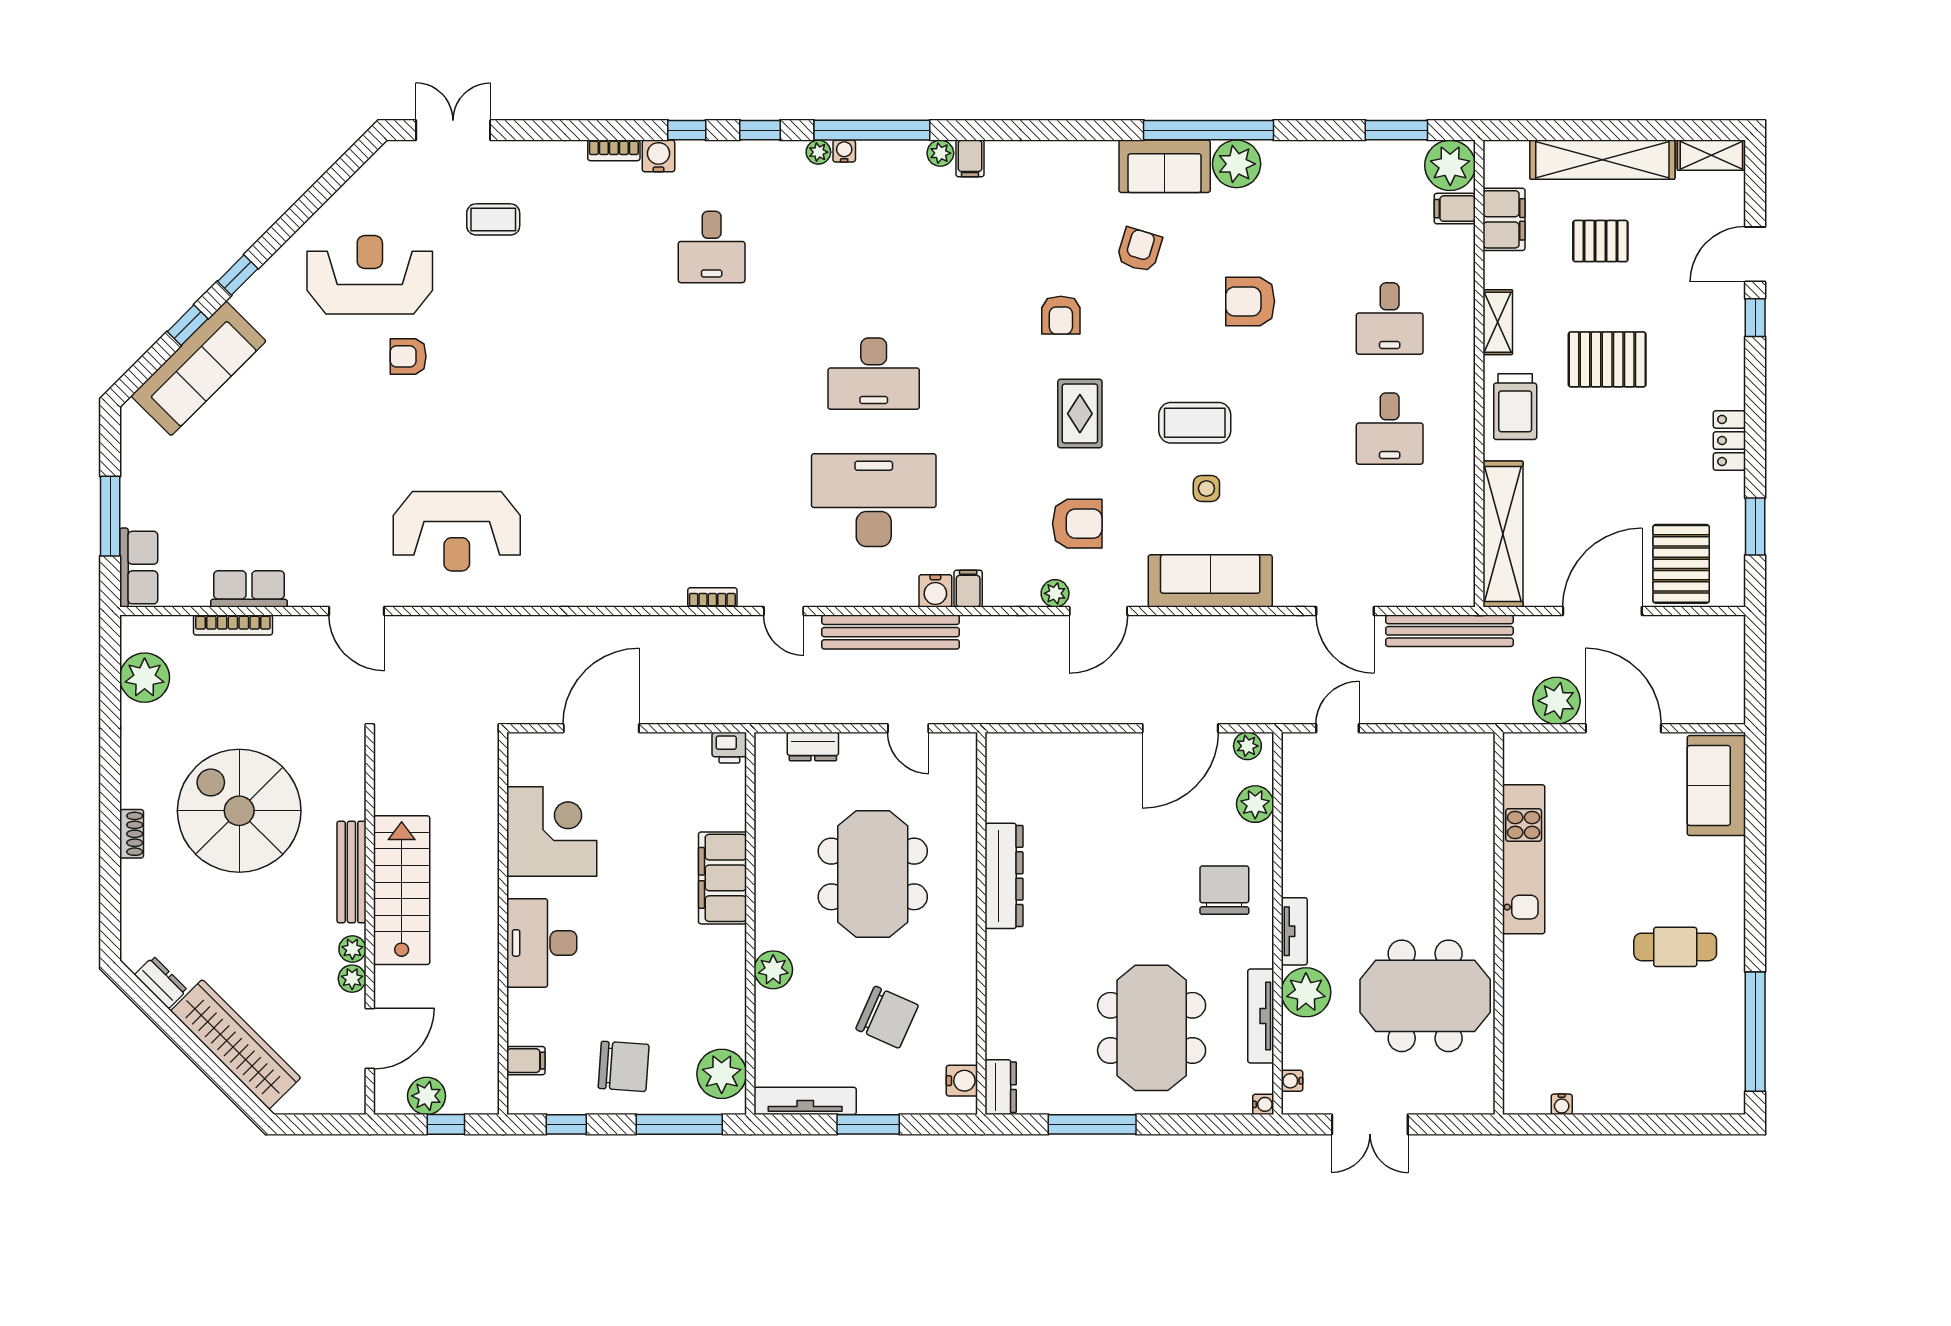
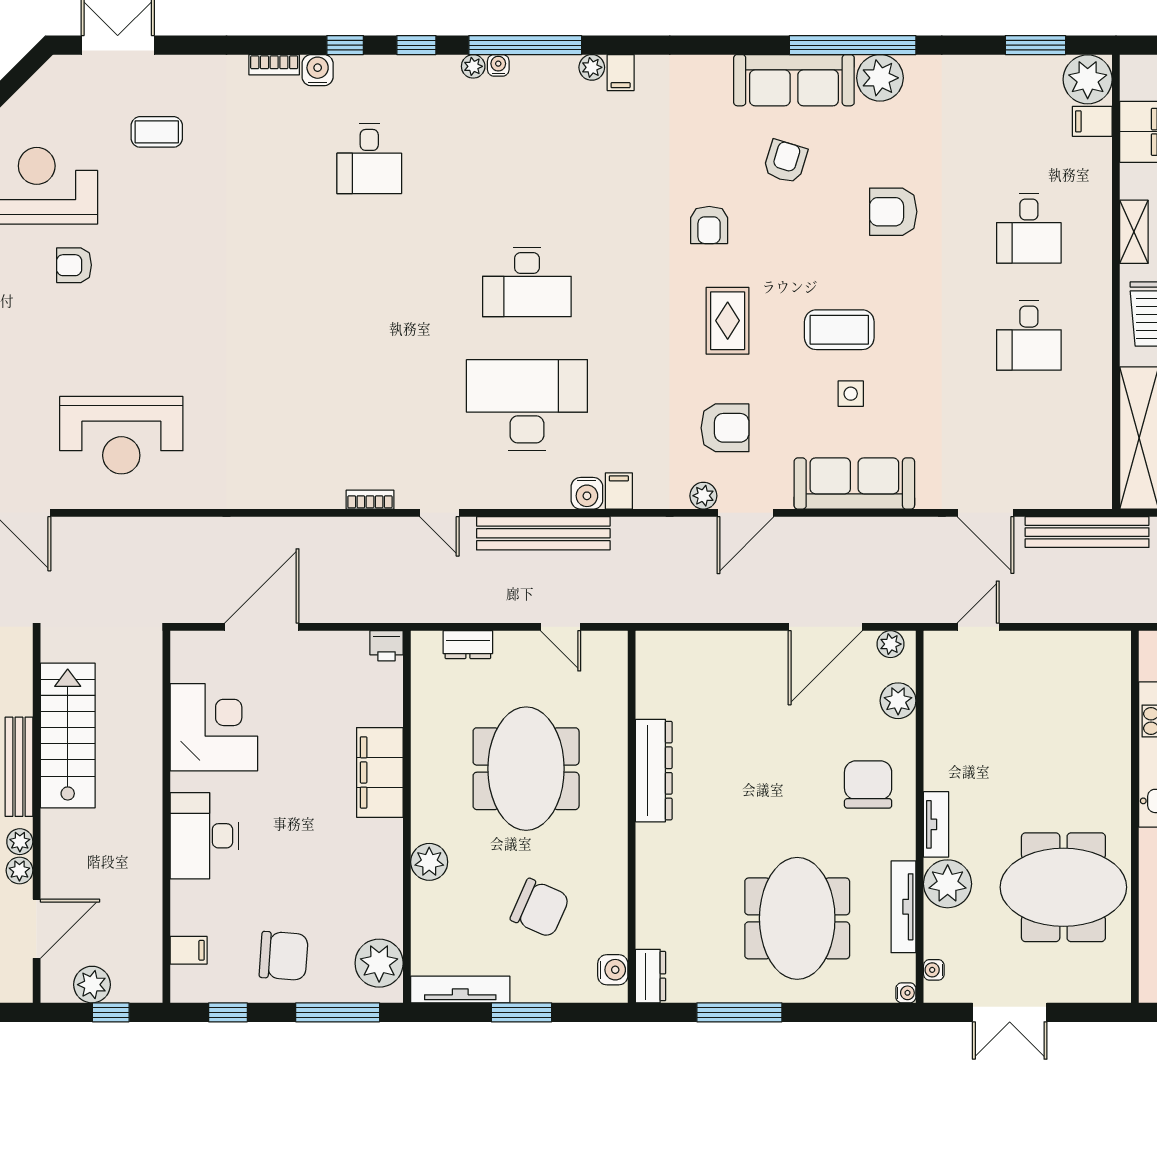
sofa: (1165, 166) -> (794, 80), width x1.36
stairs: (402, 890) -> (68, 736), moved

